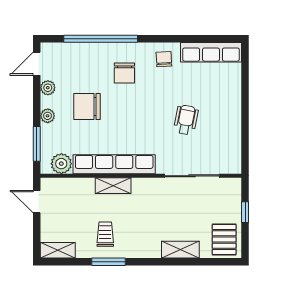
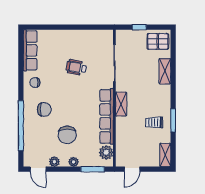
shelving: (113, 186) -> (121, 104), moved

